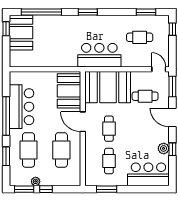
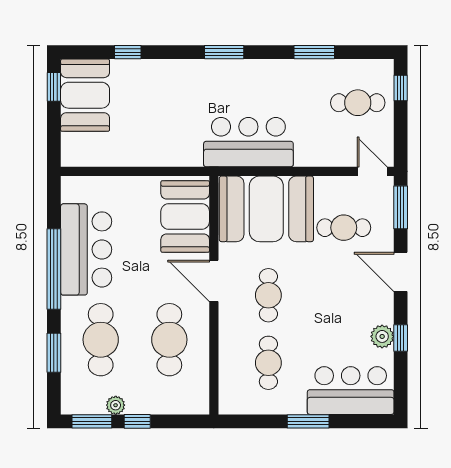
window: (41, 12) -> (128, 52), width x0.32
window: (146, 12) -> (314, 52), moved
cafe table: (140, 37) -> (358, 103), moved
window: (107, 189) -> (308, 421), moved

